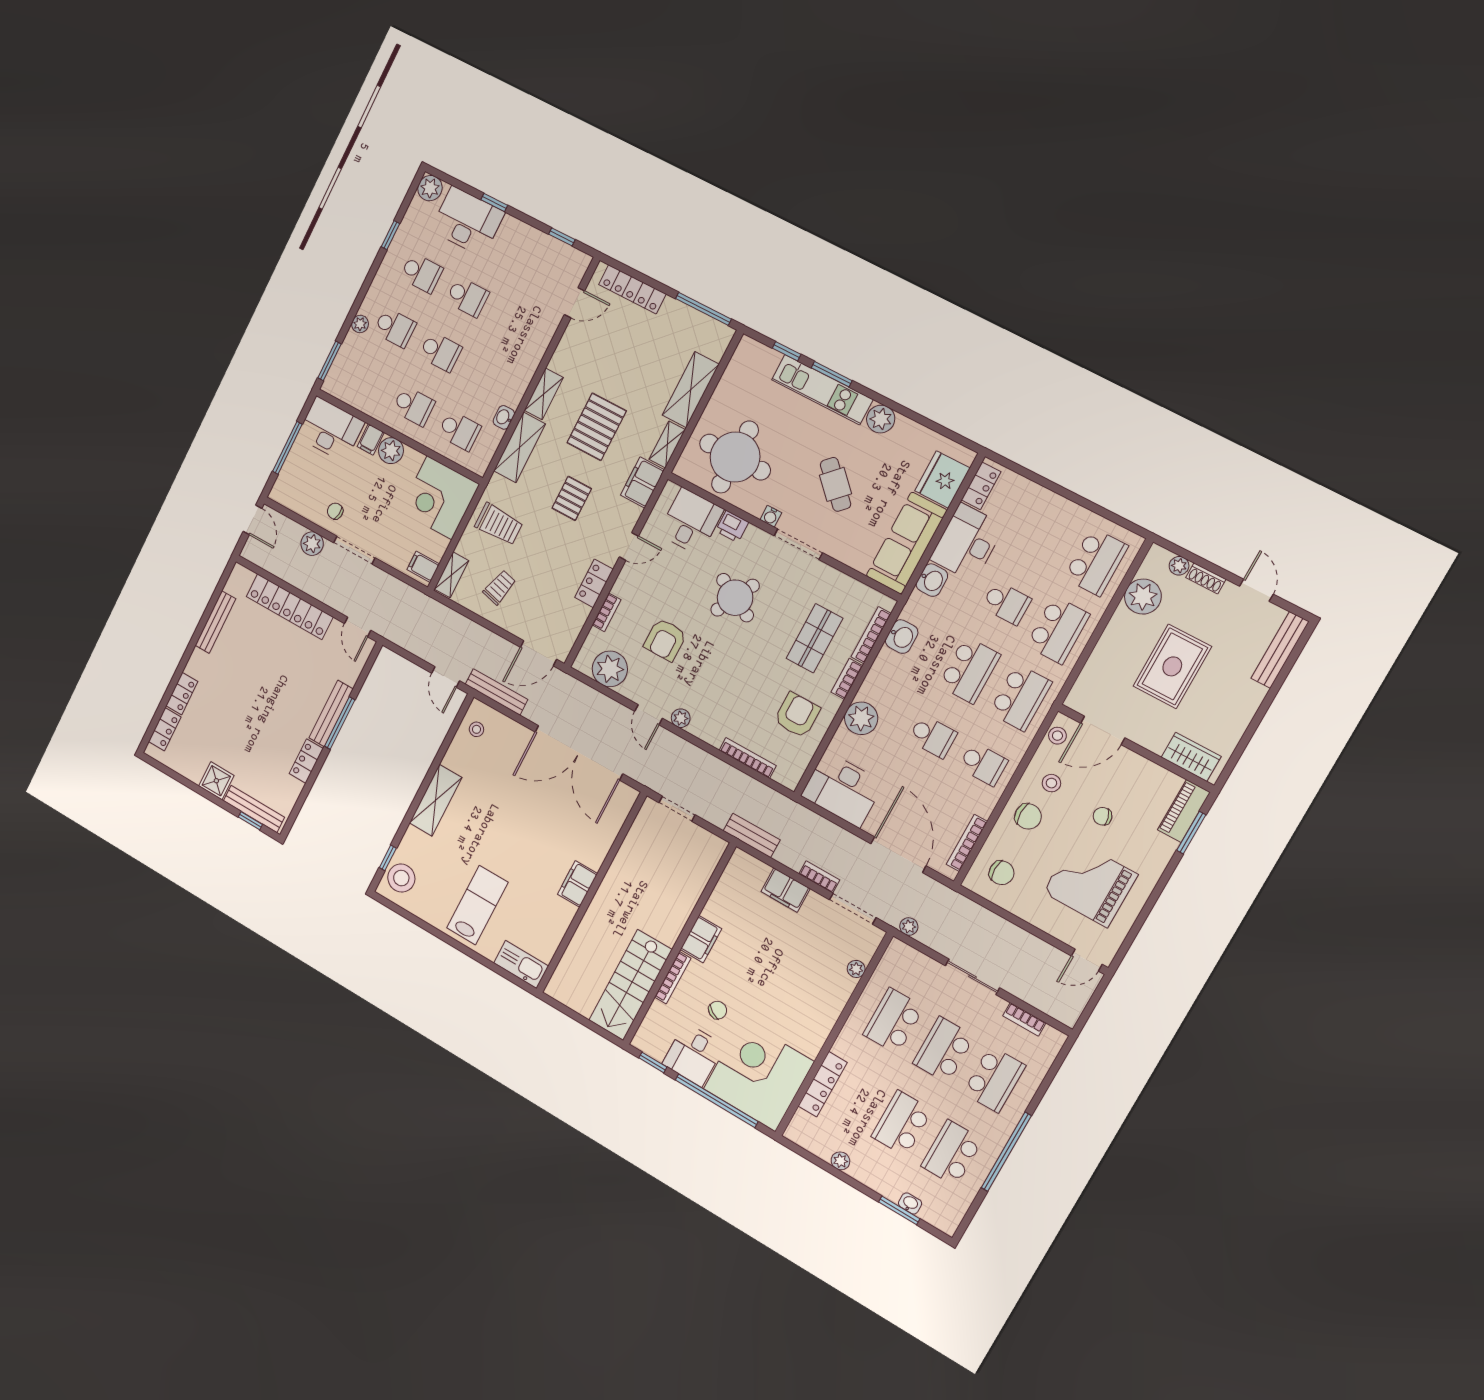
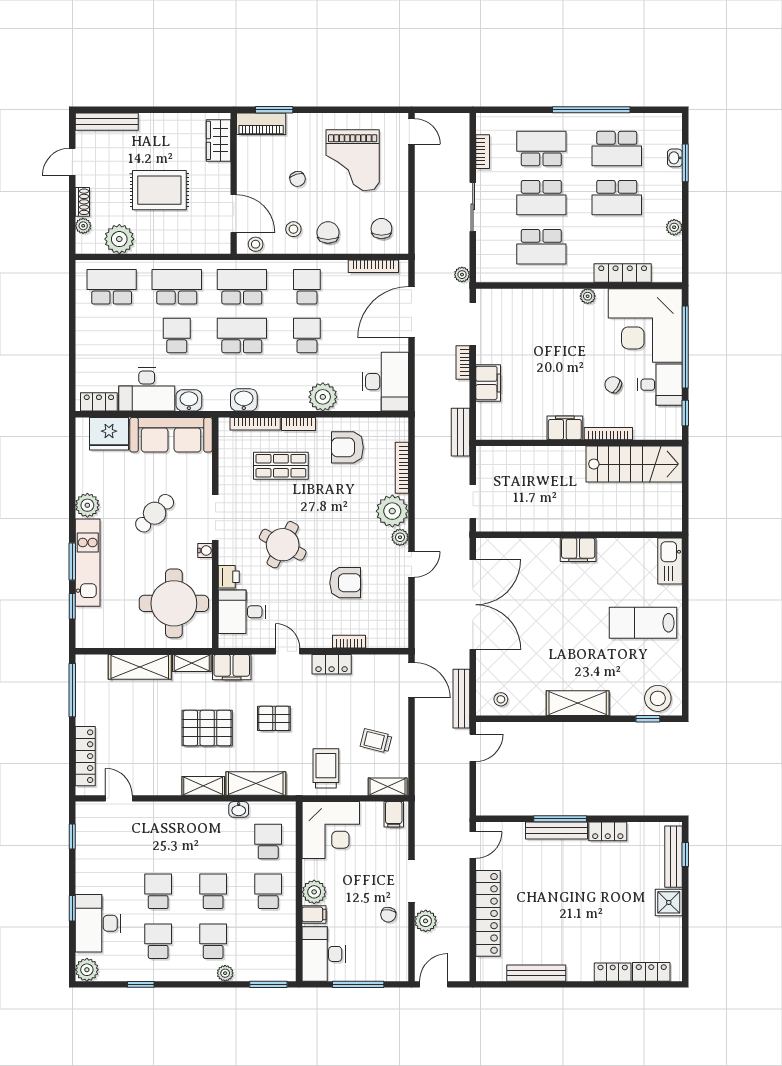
plant: (610, 669) -> (392, 511), moved
plant: (856, 969) -> (588, 296), moved

